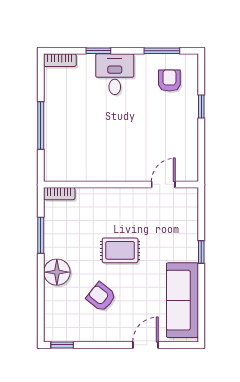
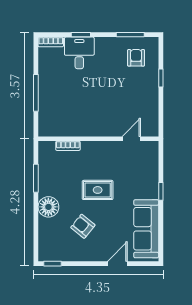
desk: (115, 74) -> (79, 53), moved
bookcase: (59, 194) -> (68, 146), moved

